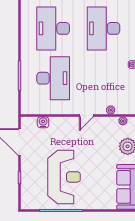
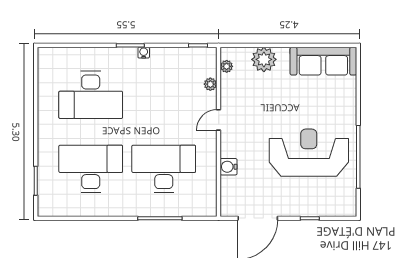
desk: (53, 28) -> (91, 169), turned 180
door: (86, 116) -> (219, 120), swing flipped
water cooler: (43, 122) -> (229, 167), moved

